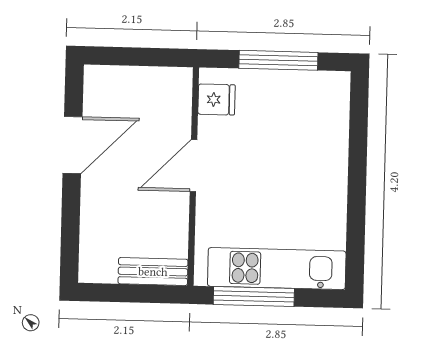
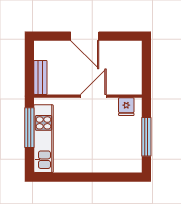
door: (73, 145) -> (85, 36), moved
door: (193, 166) -> (93, 96), hinge flipped

